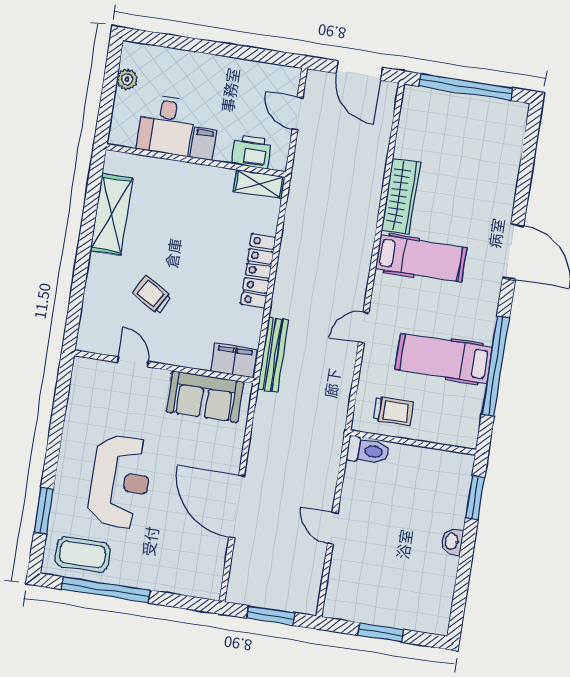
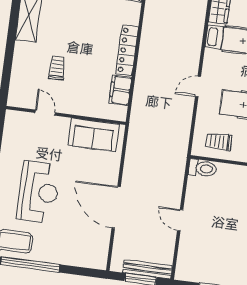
trolley: (152, 295) -> (57, 68), turned 59
bench: (273, 355) -> (147, 269), moved, turned 90
filing cabinet: (234, 360) -> (120, 90), moved, turned -90
trolley: (393, 411) -> (219, 142), turned 180

